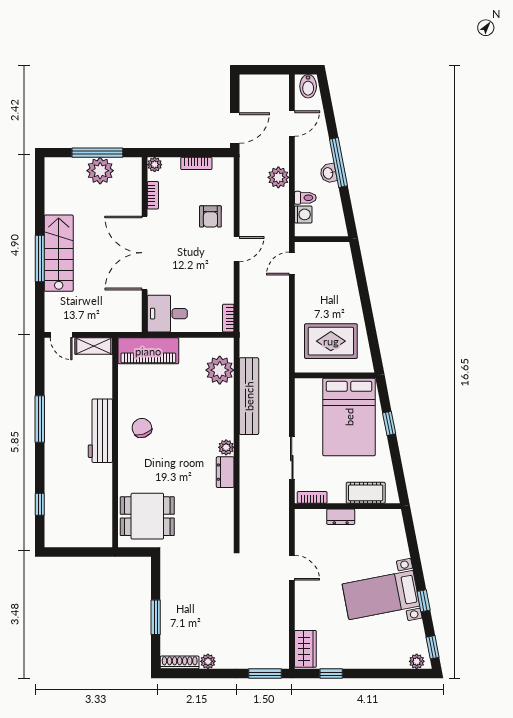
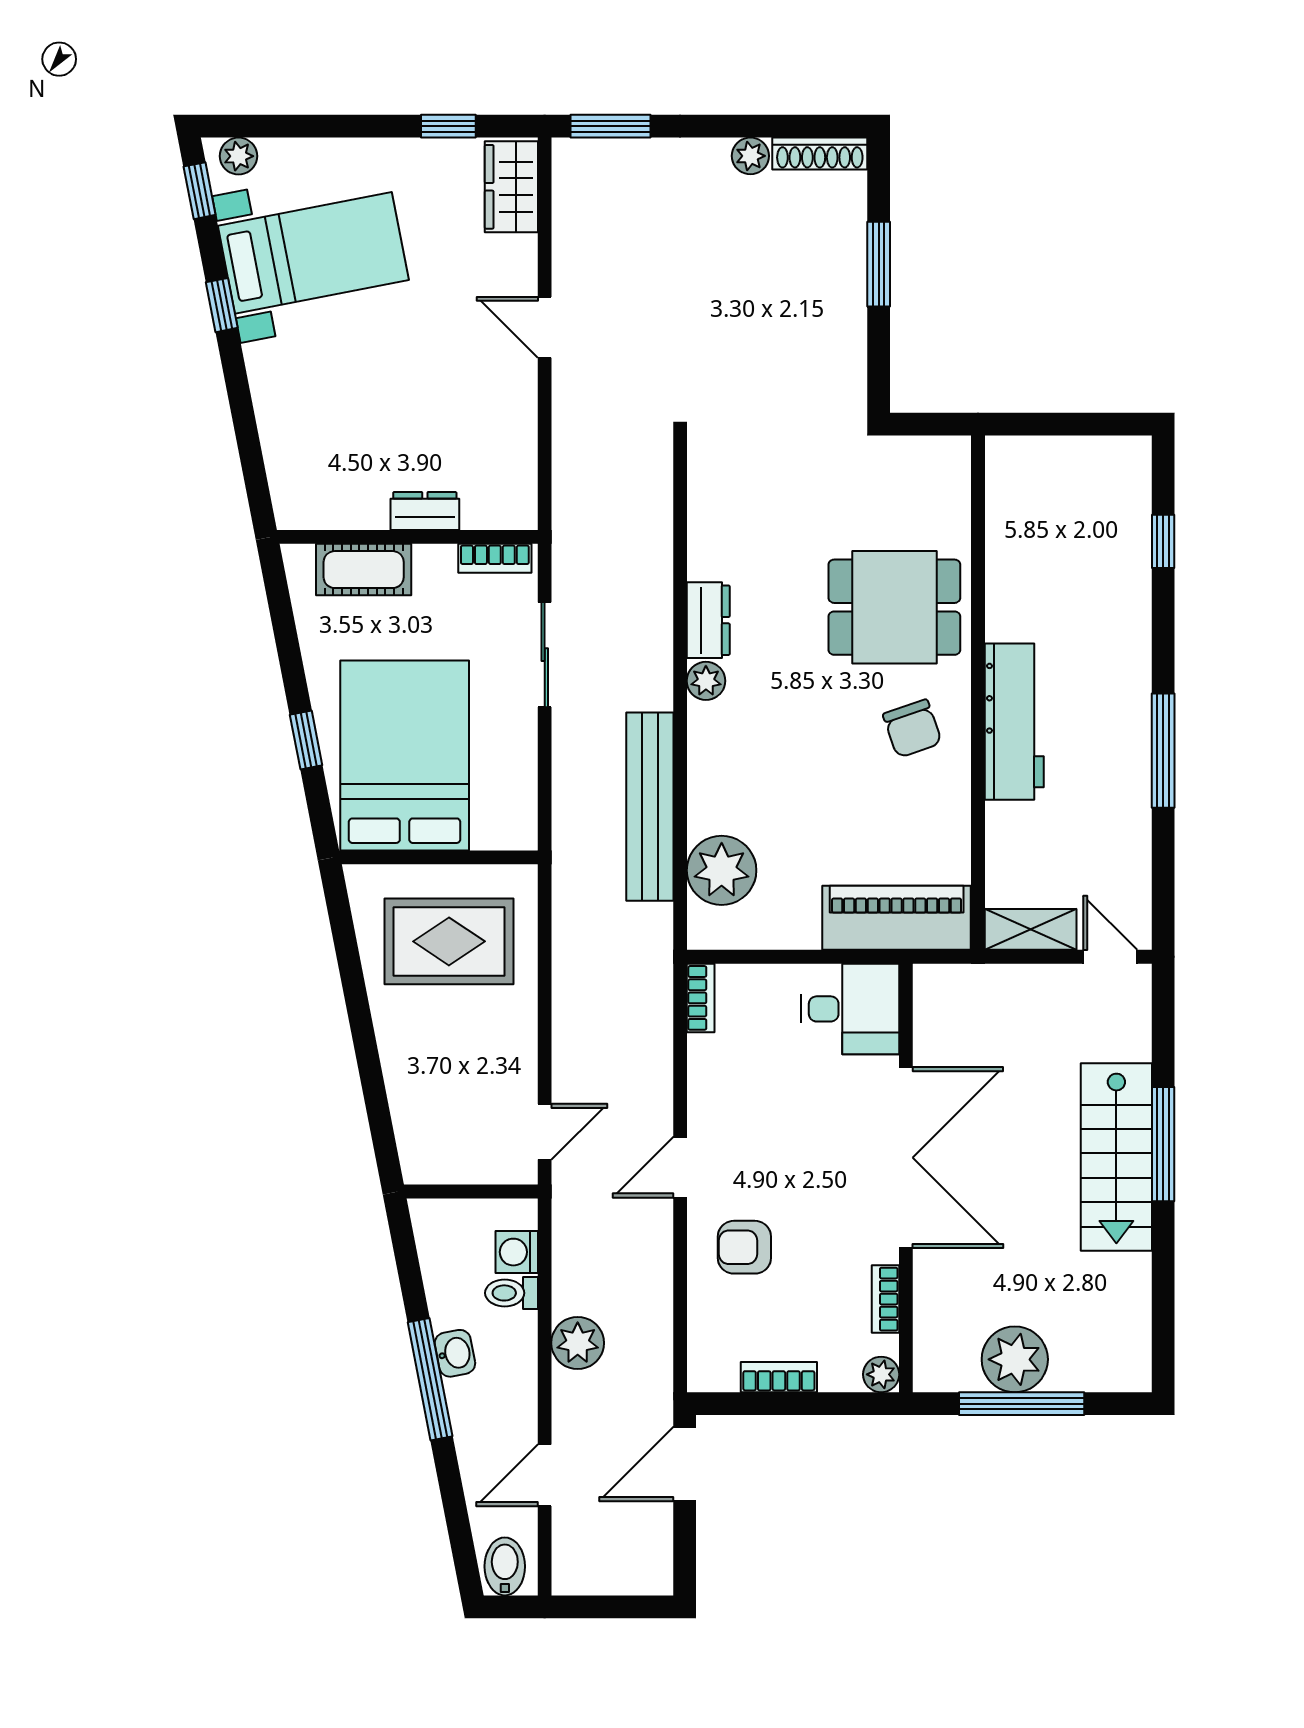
armchair: (210, 216) -> (744, 1247), turned -90
dining table: (147, 516) -> (894, 607), moved
door: (292, 568) -> (545, 327), moved
bed with nightstands: (381, 595) -> (313, 253), moved

